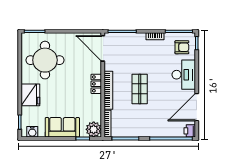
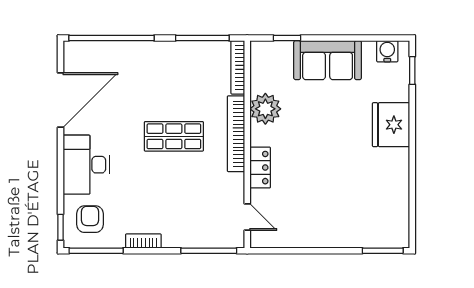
armchair: (182, 47) -> (90, 219), turned 90
door: (103, 48) -> (247, 217), width x0.53
round table: (45, 60) -> (362, 194), removed
locker: (96, 84) -> (260, 168), moved
shop shelf: (140, 89) -> (174, 136), turned 90
plant: (94, 129) -> (265, 109), moved
printer: (190, 131) -> (74, 53), removed

